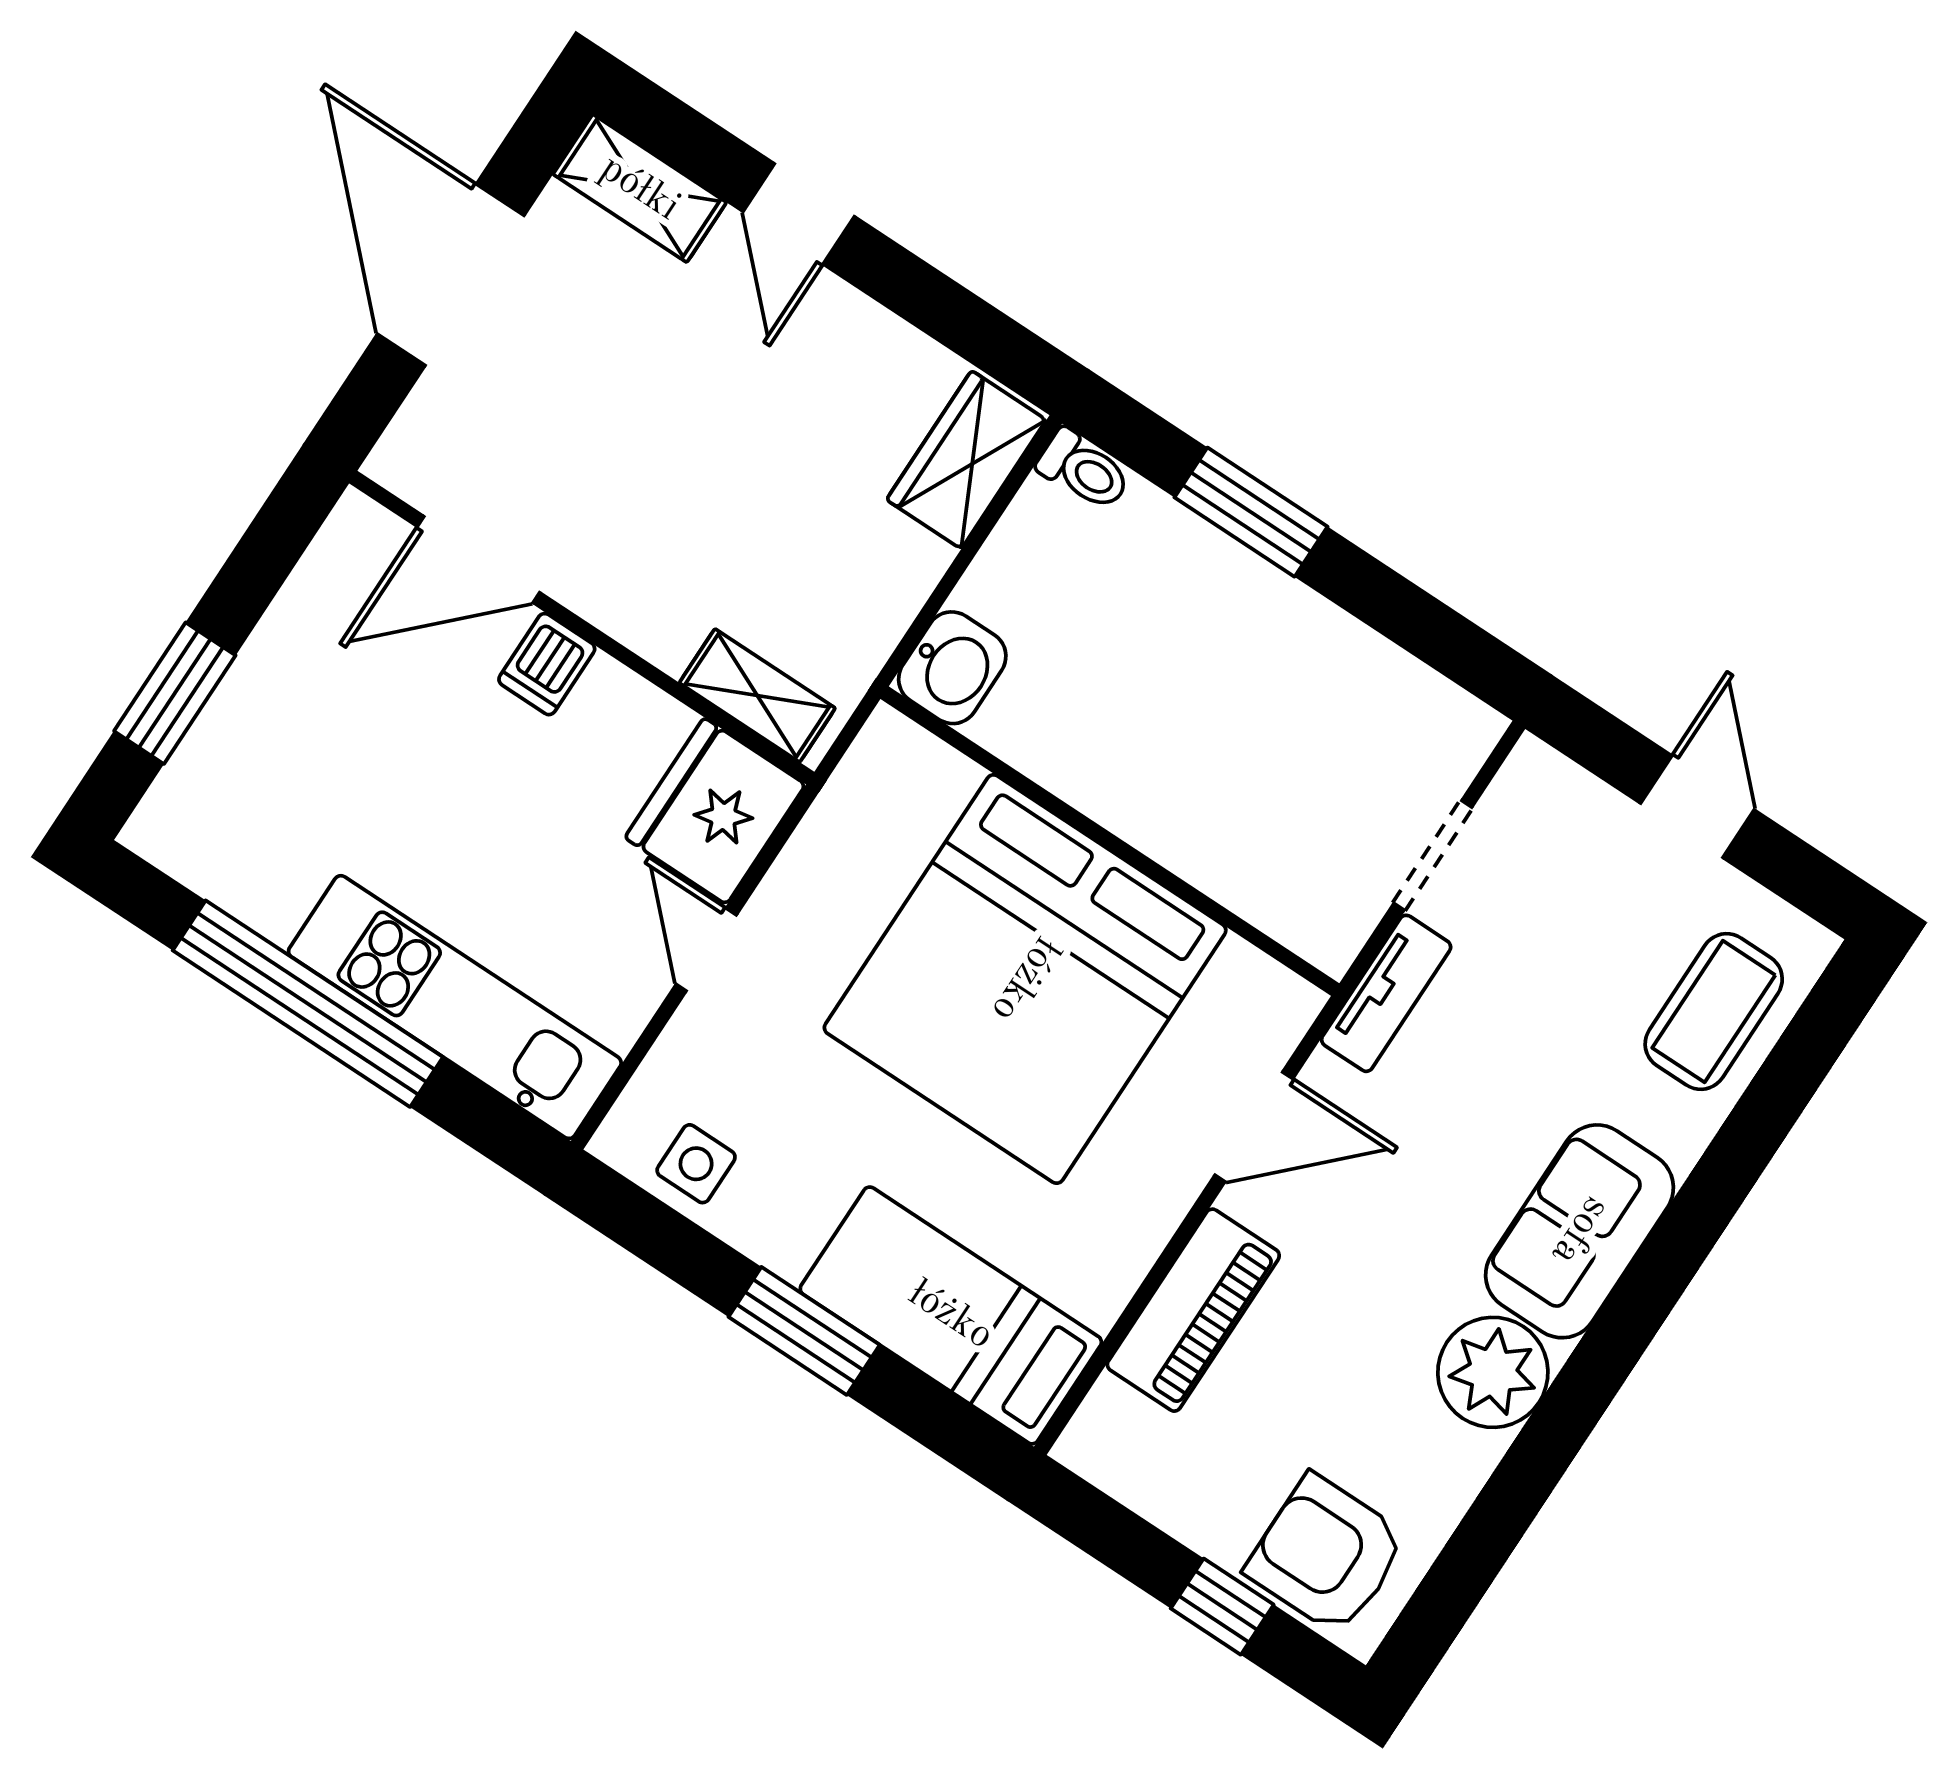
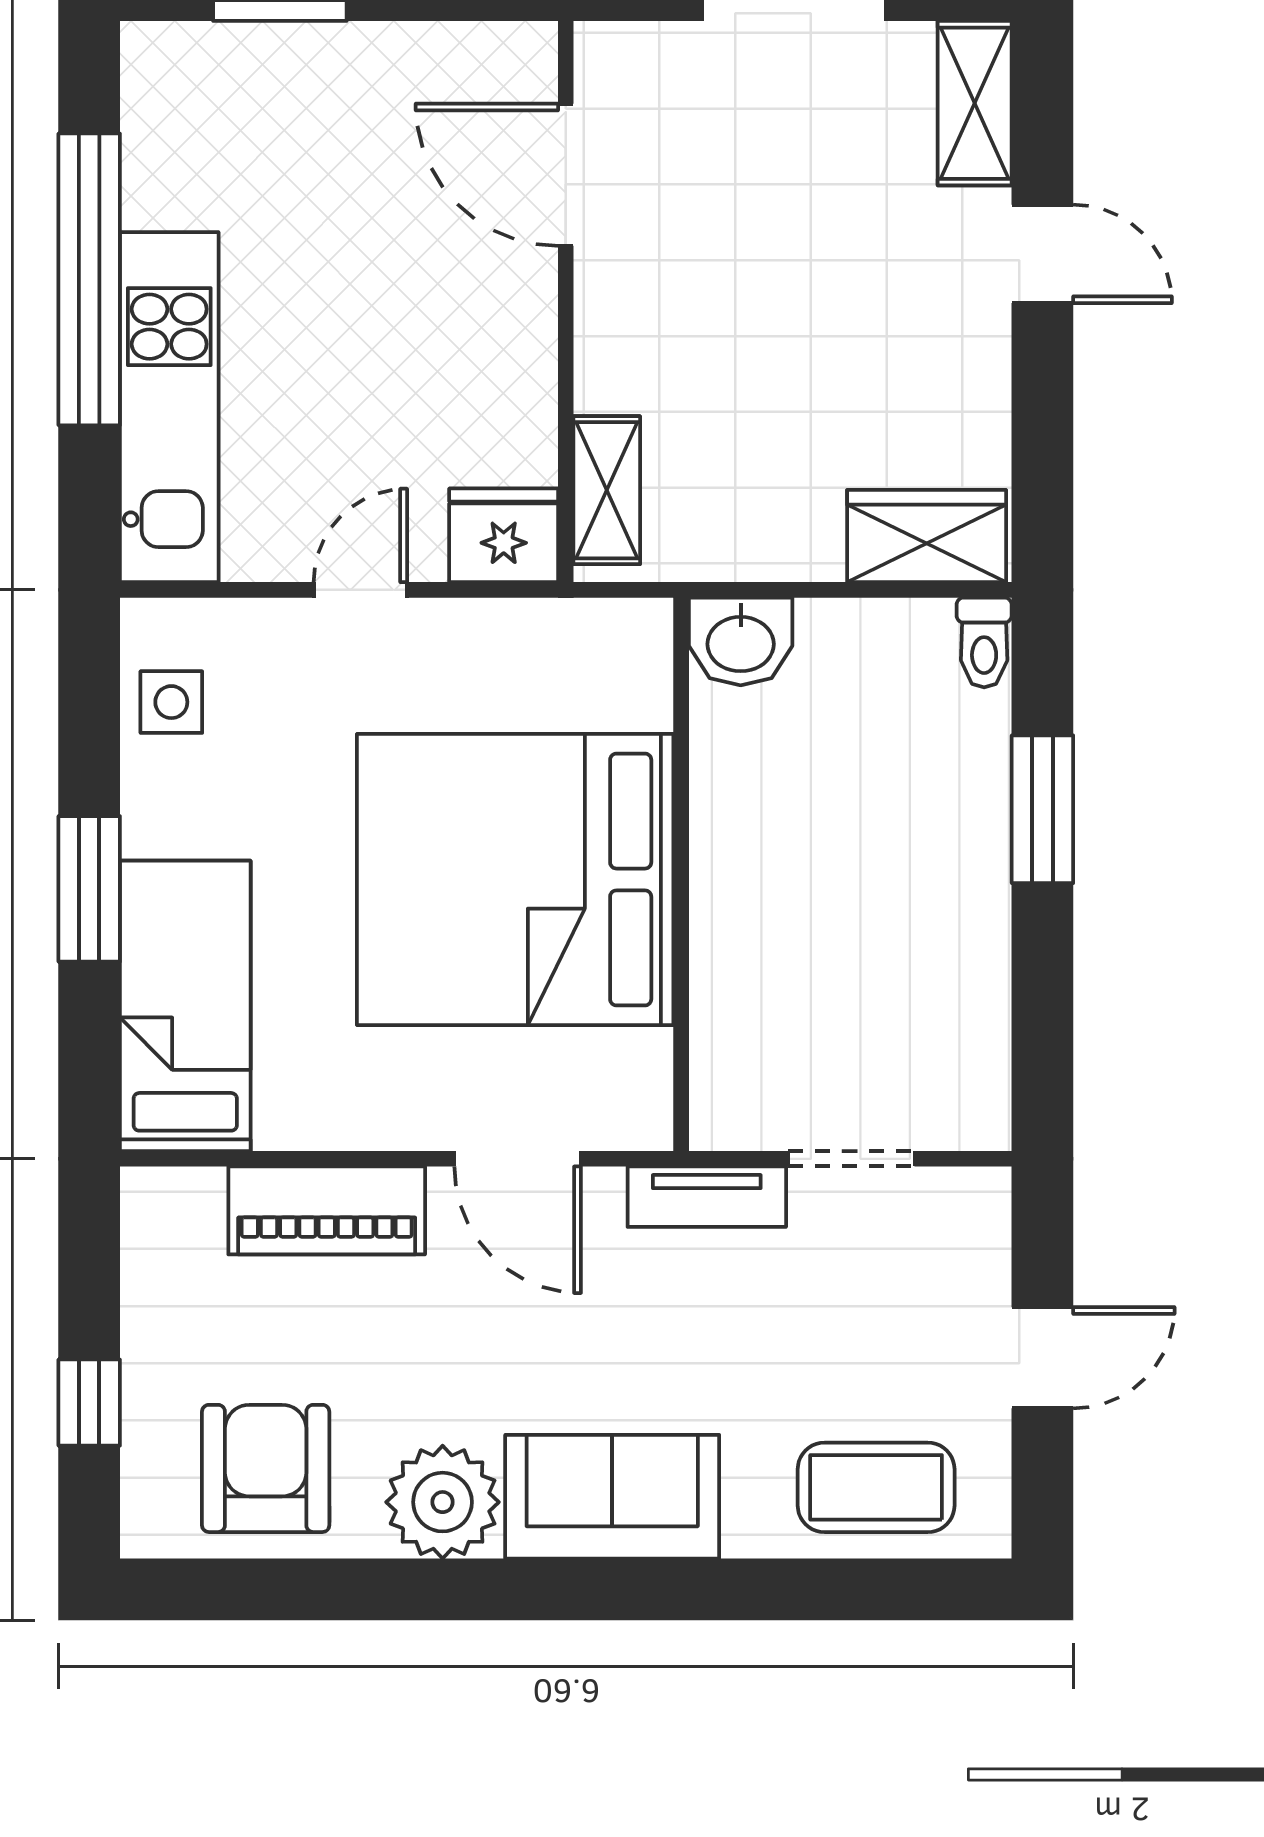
door: (799, 214) -> (1042, 254), swing flipped
dishwasher: (547, 664) -> (515, 292), removed
fridge: (715, 811) -> (504, 535), width x0.73, depth x0.75
armchair: (1327, 1555) -> (266, 1468), moved

